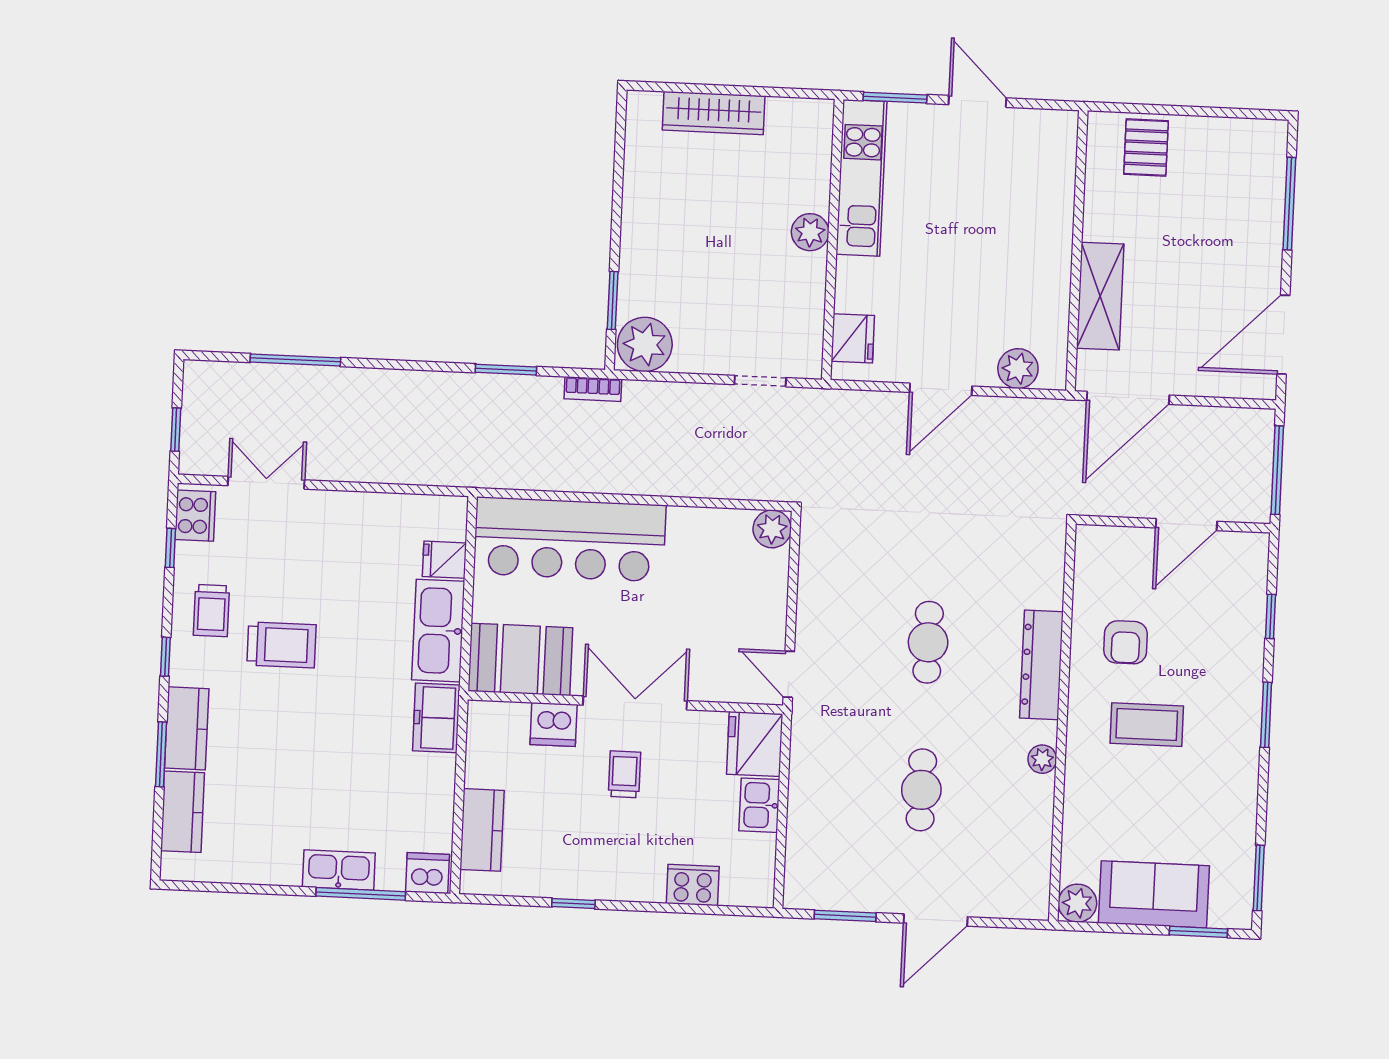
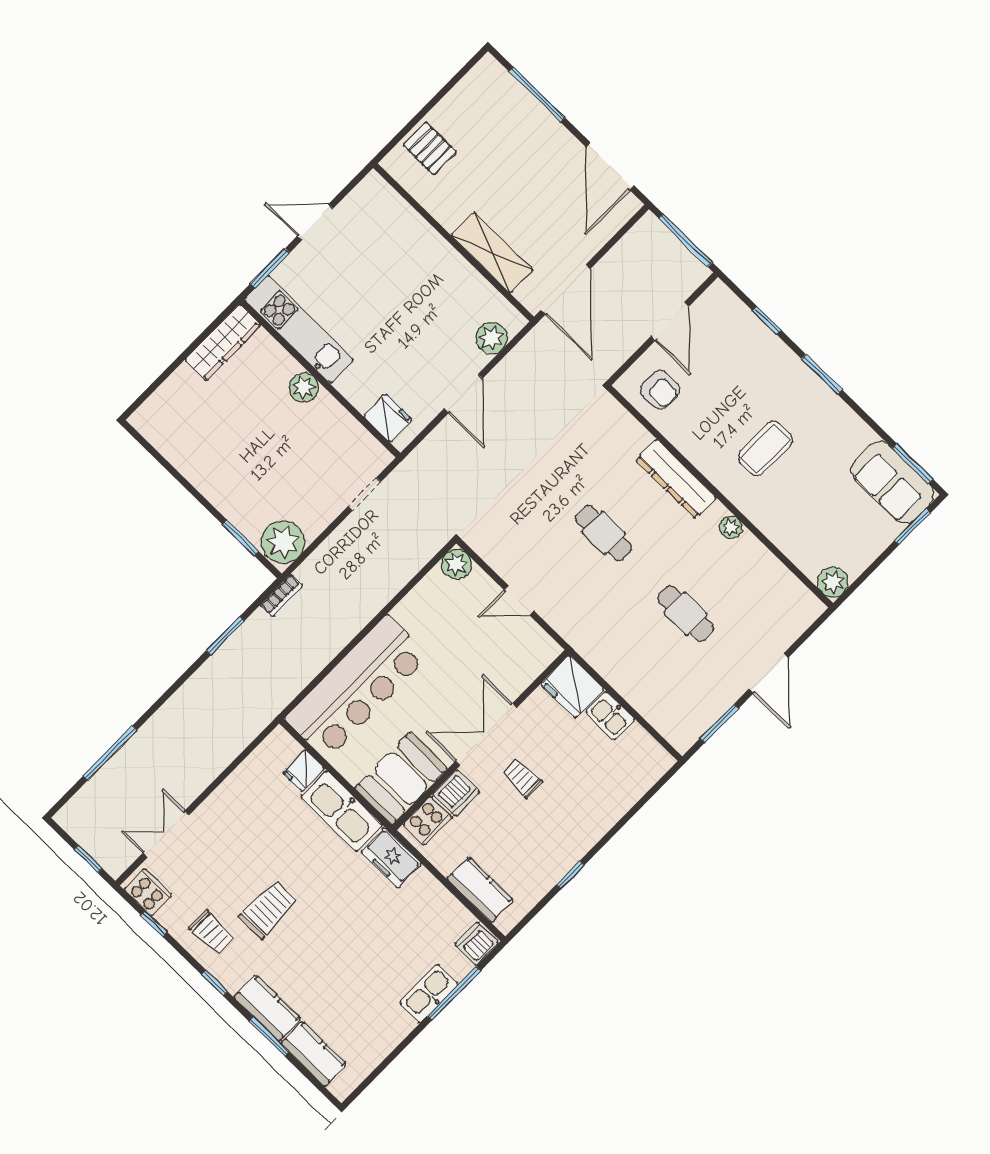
wardrobe: (714, 113) -> (223, 343), moved
armchair: (1126, 642) -> (660, 390), moved
door: (789, 674) -> (519, 600), moved
cooker: (693, 885) -> (428, 821), moved, turned 180
sofa: (1154, 894) -> (892, 482), moved, turned -90

